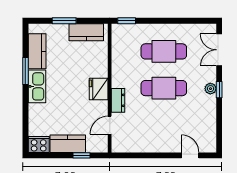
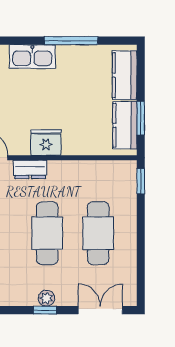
window: (64, 21) -> (141, 118), moved
kitchen counter: (37, 51) -> (125, 75), moved, turned 90
window: (25, 71) -> (71, 41), width x1.44
kitchen sink: (37, 86) -> (32, 57), moved

